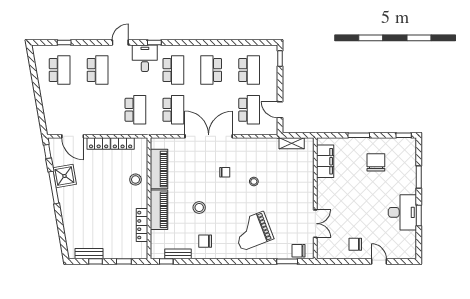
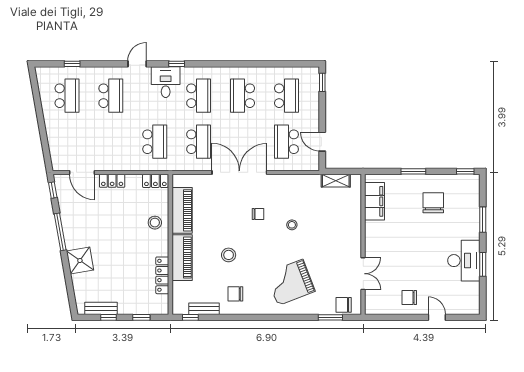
school desk: (249, 110) -> (286, 142), turned 180
locker: (123, 144) -> (155, 181), moved
shower: (64, 176) -> (80, 261), moved

